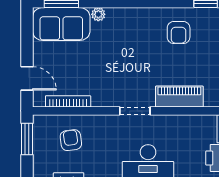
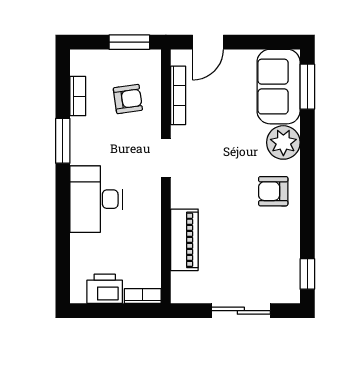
plant: (98, 14) -> (283, 142), width x1.88, depth x1.88
armchair: (179, 33) -> (273, 191), moved
doorway: (135, 111) -> (166, 158), moved

